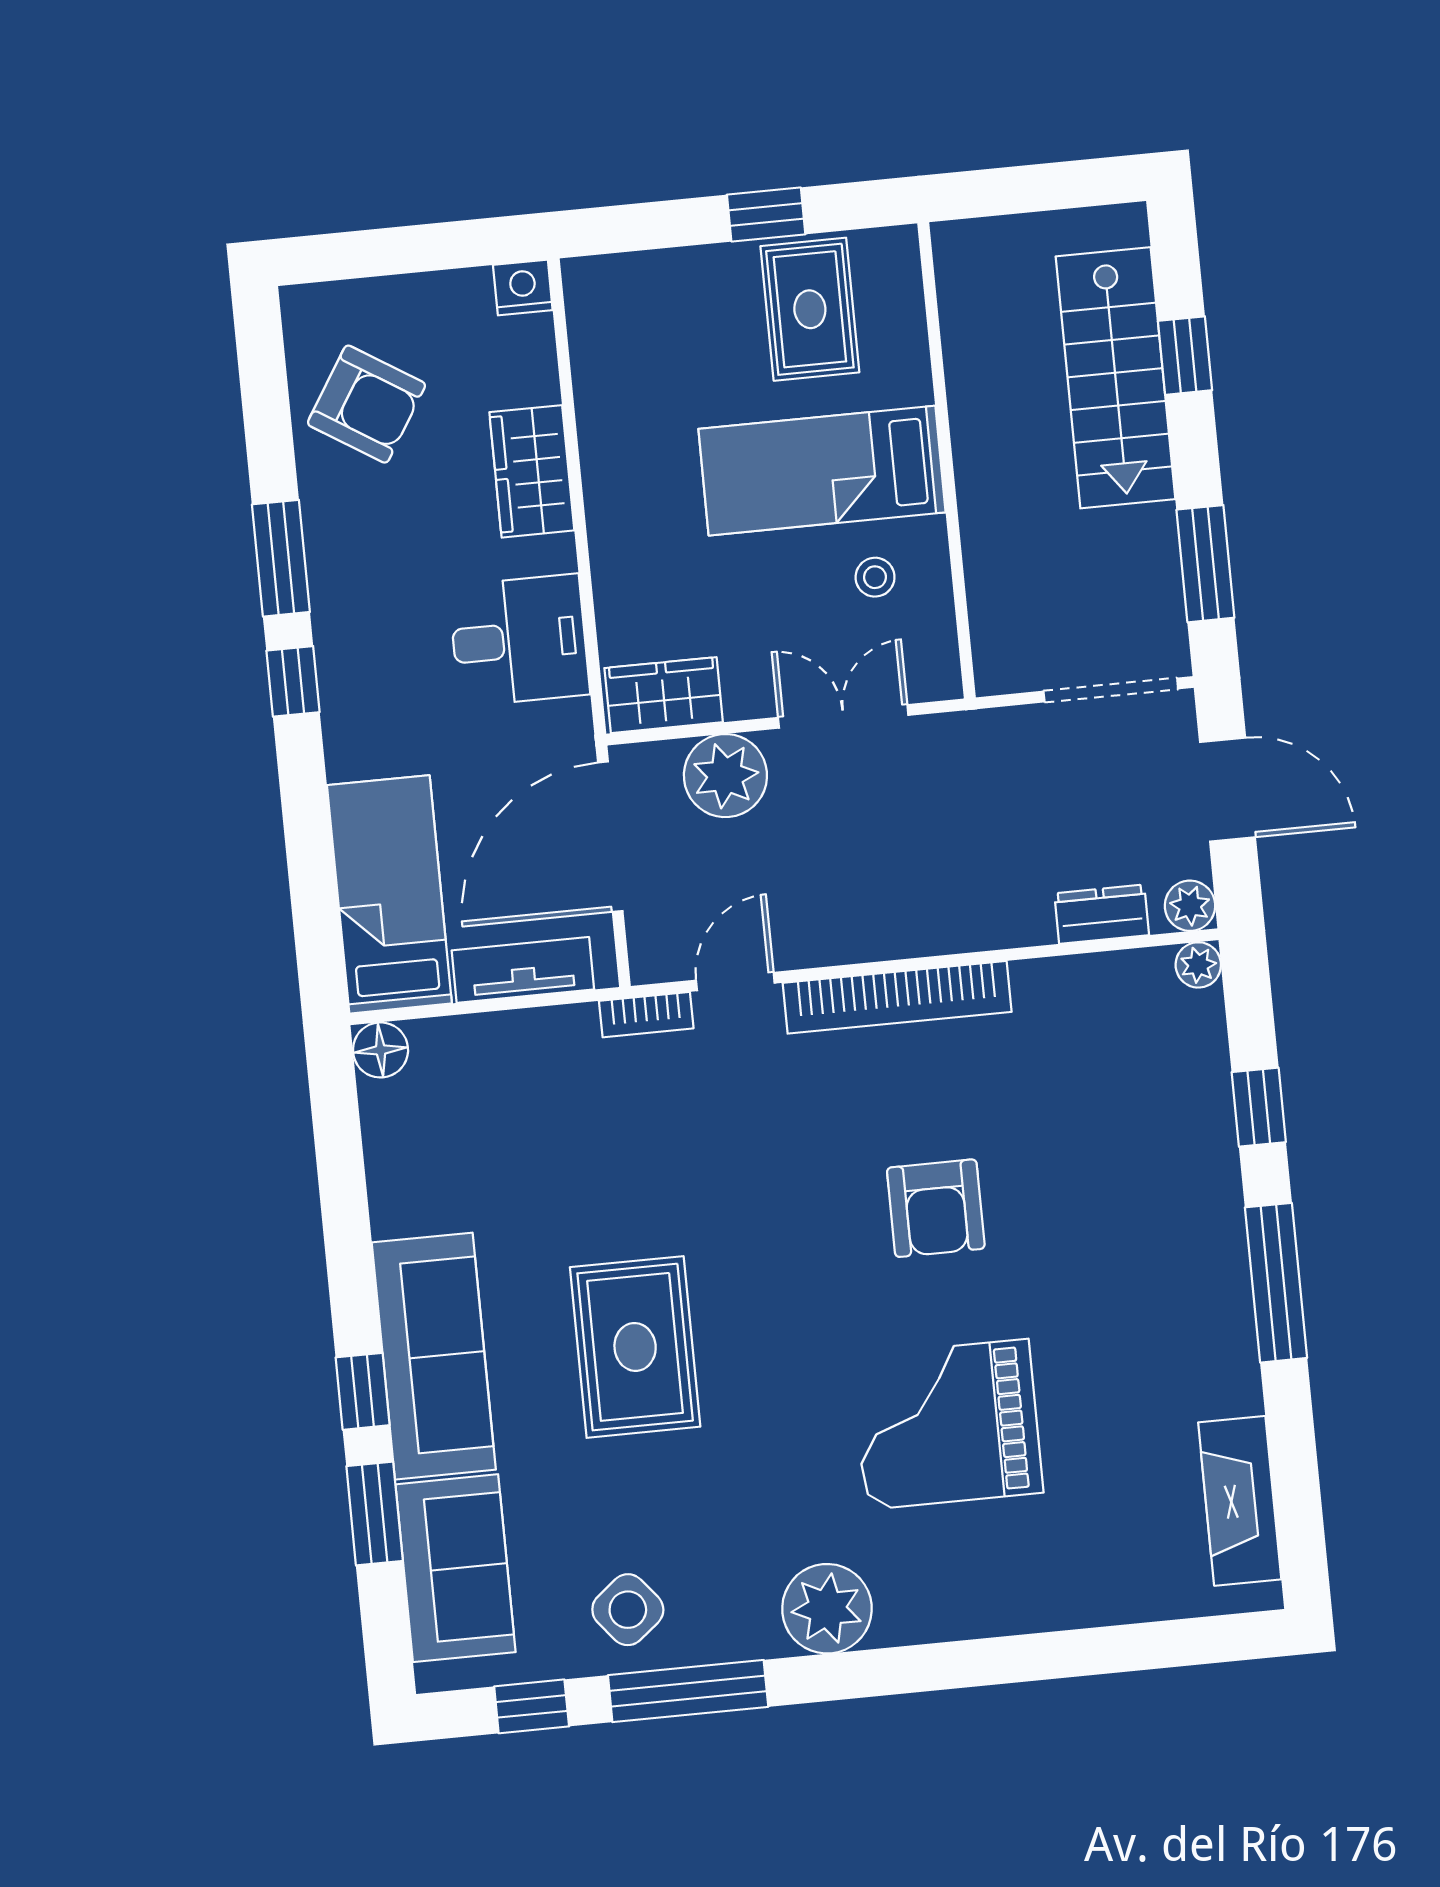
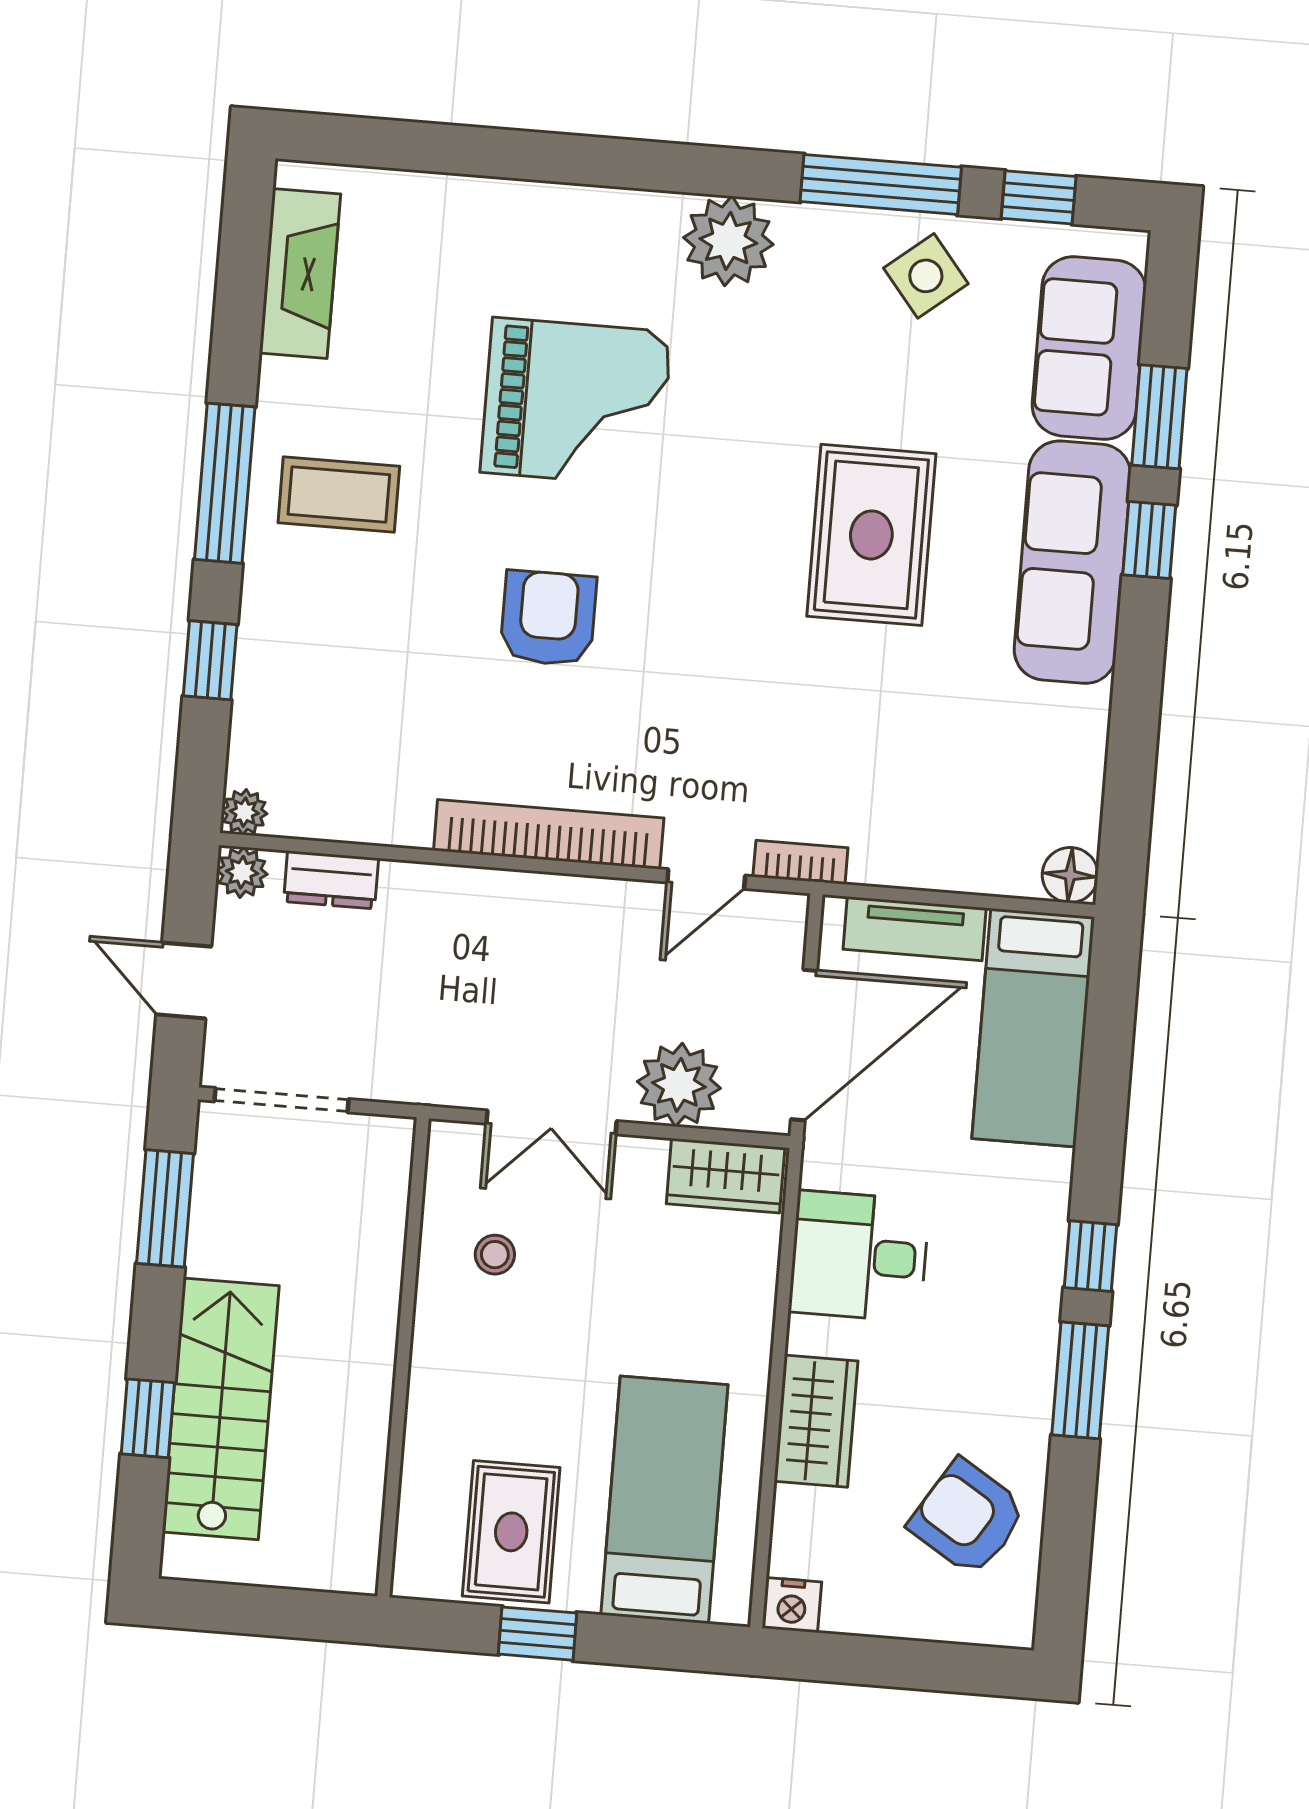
bed: (822, 471) -> (664, 1500), moved, turned -90
door: (1228, 790) -> (184, 981), width x0.73
coffee table: (1162, 1292) -> (339, 494), added

